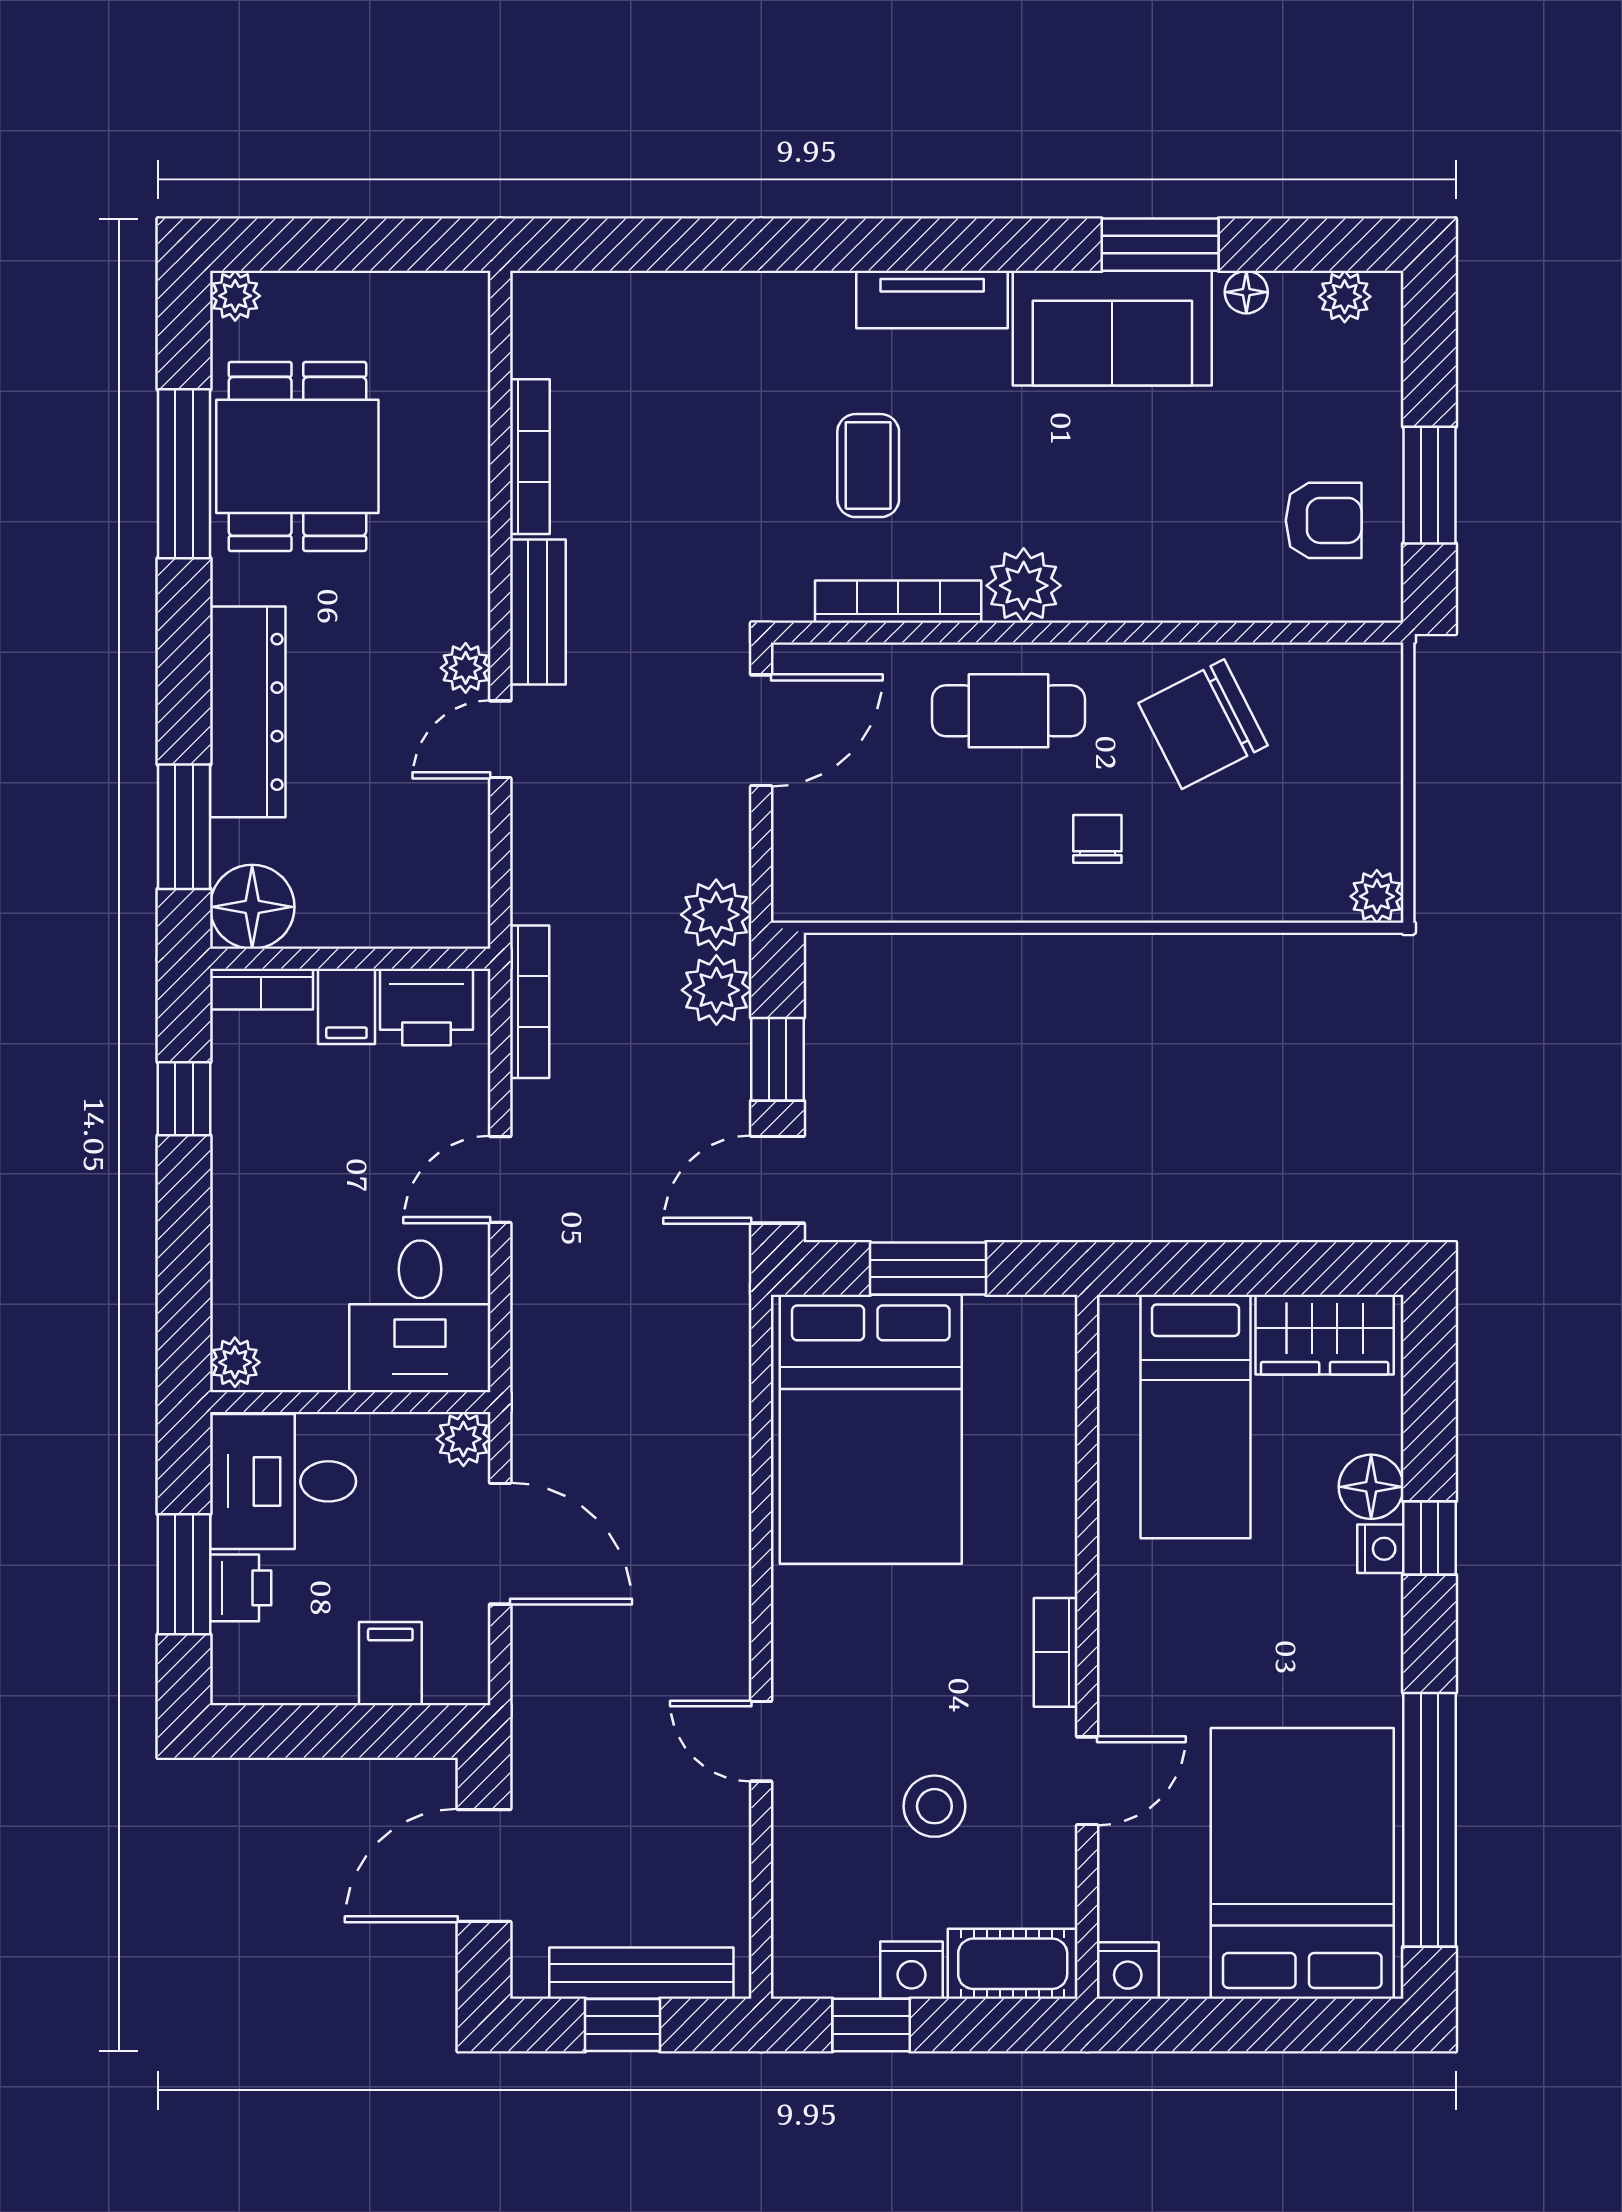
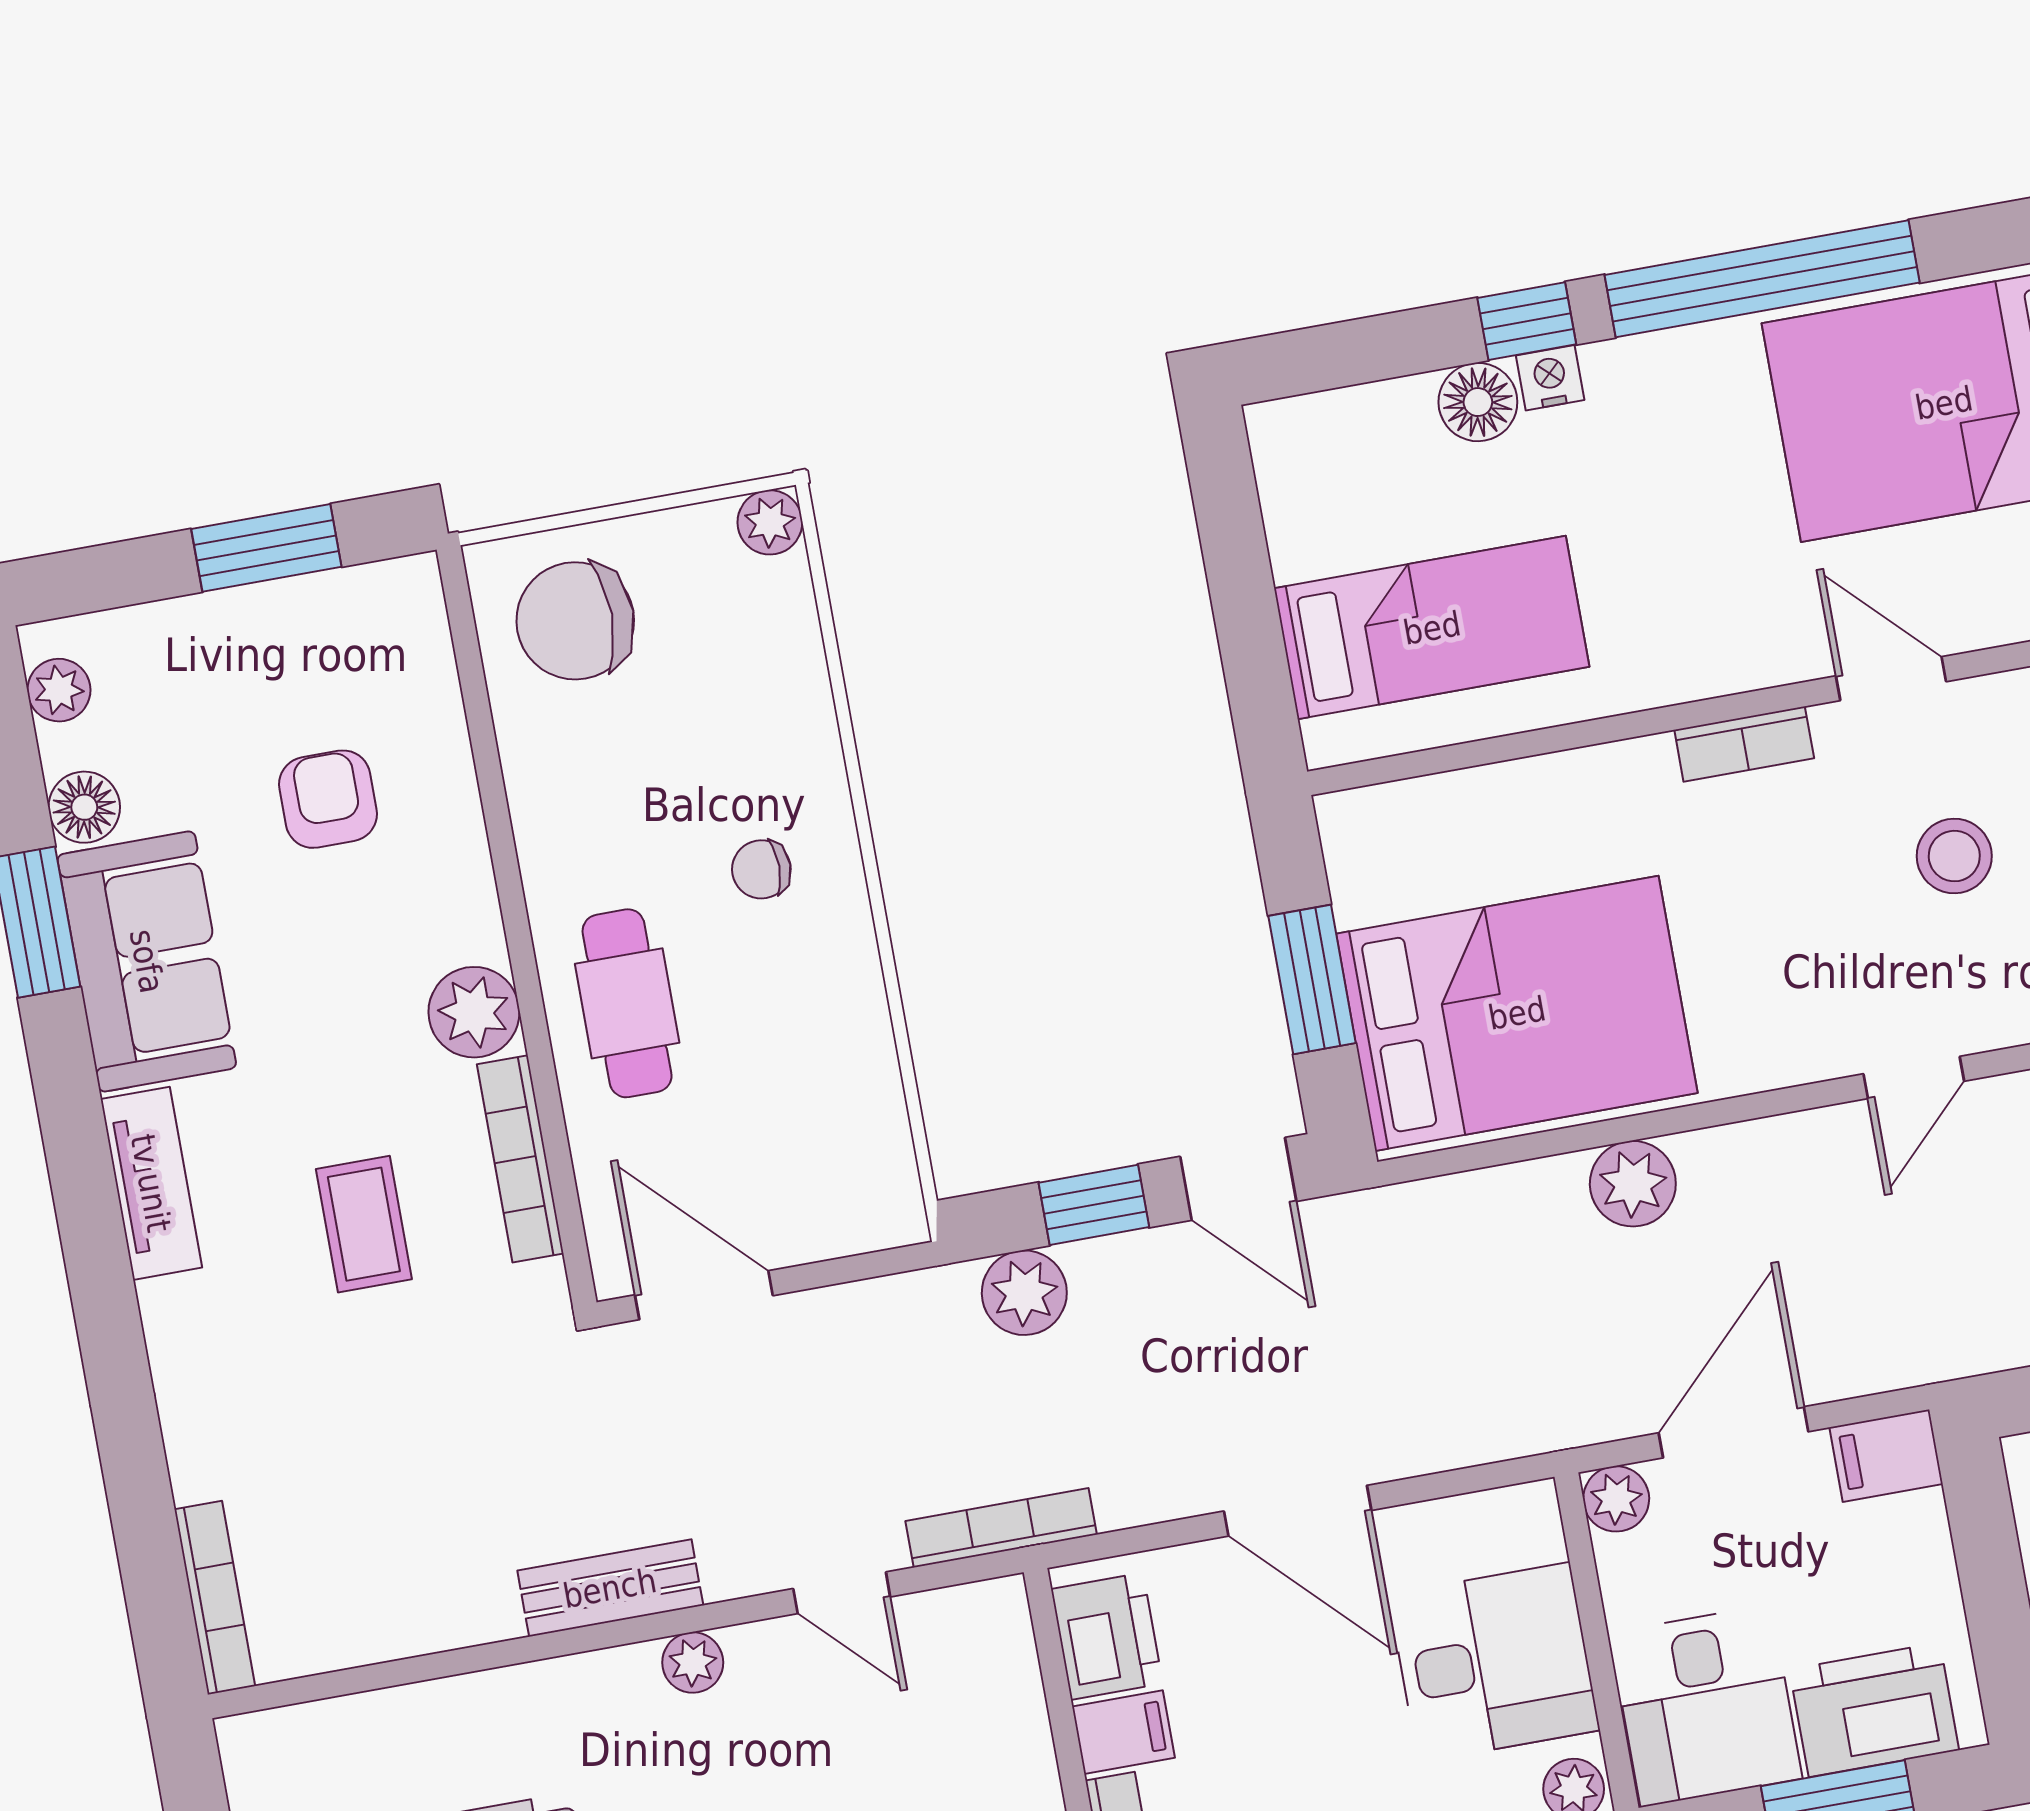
floor lamp: (1246, 292) -> (84, 807), width x1.37, depth x1.37
bookcase: (530, 457) -> (215, 1598), moved, turned 90
coffee table: (868, 466) -> (364, 1224), turned 90
armchair: (1324, 520) -> (328, 799), moved
chair: (1203, 724) -> (575, 621), moved, turned 117
door: (500, 739) -> (842, 1593), moved
plant: (716, 915) -> (1633, 1184), moved
bookcase: (530, 1002) -> (1001, 1528), moved
door: (500, 1179) -> (1298, 1511), width x1.38
desk: (420, 1316) -> (1494, 1662), moved
wardrobe: (1325, 1335) -> (1306, 491), removed
printer: (241, 1588) -> (1874, 1710), width x1.87, depth x1.48
filing cabinet: (390, 1664) -> (1886, 1456), moved
window: (1430, 1820) -> (1762, 279), moved

